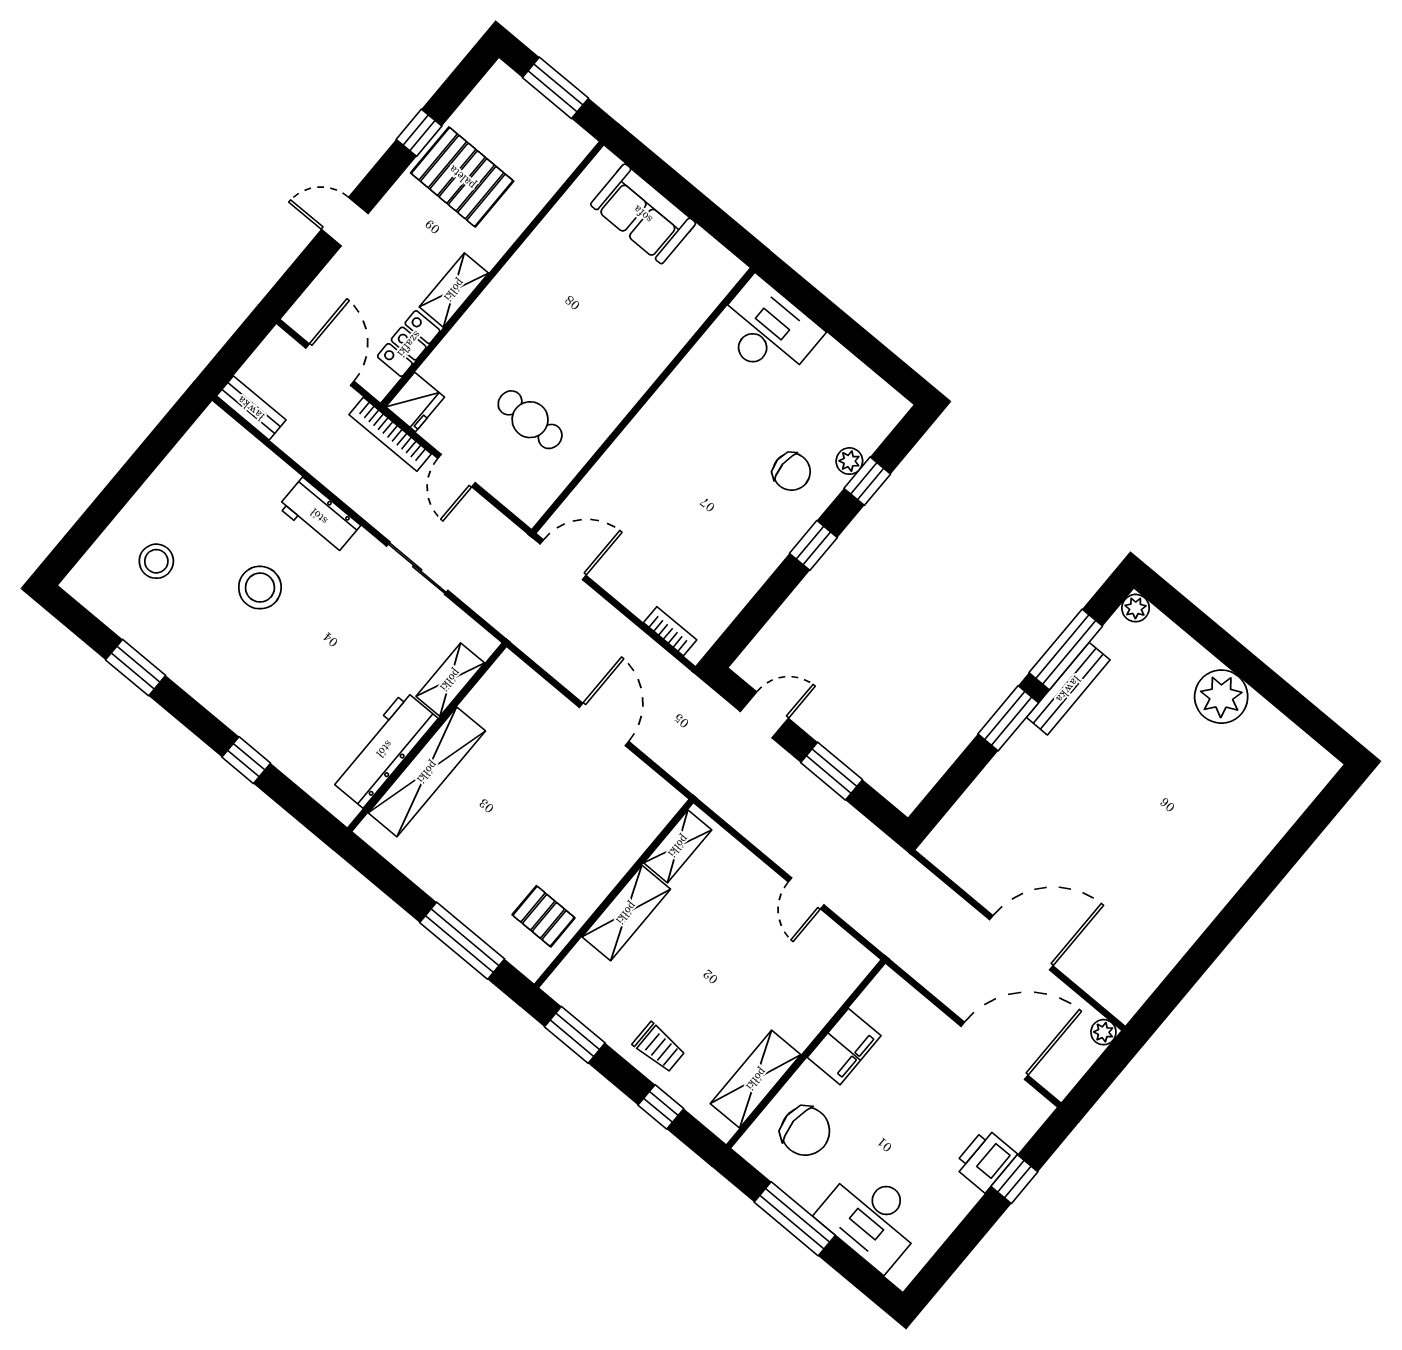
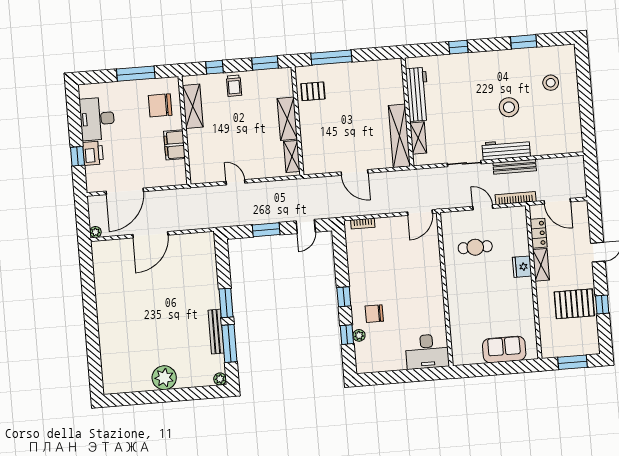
fridge: (415, 402) -> (522, 267), moved
bench: (251, 408) -> (515, 167), moved, width x1.36
workbench: (319, 516) -> (506, 150), width x1.38
shelving: (427, 772) -> (399, 136), moved
trolley: (659, 1047) -> (234, 86), turned -90
desk: (872, 1218) -> (97, 119), moved, turned -90

